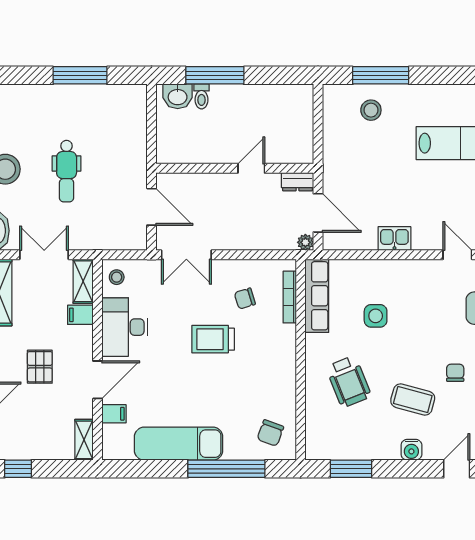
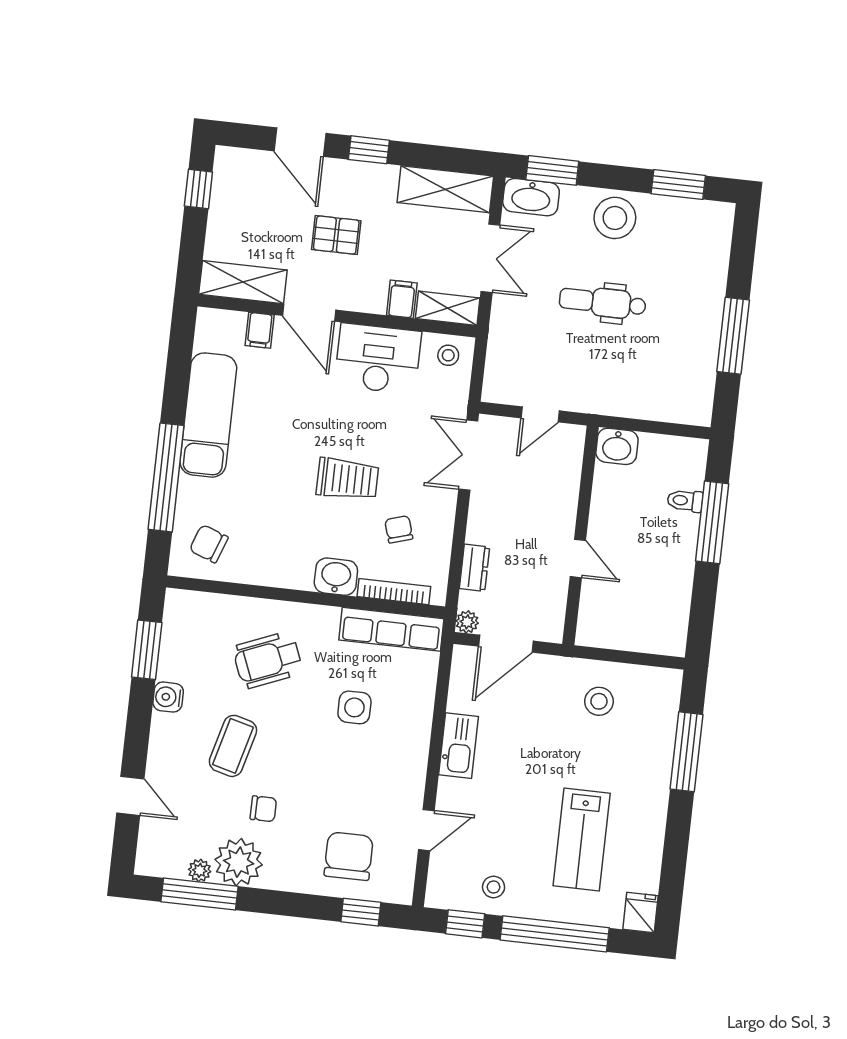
washbasin: (178, 96) -> (617, 446), moved, turned -90
stool: (371, 110) -> (599, 701), moved
dresser: (297, 182) -> (475, 568), moved, turned 180
door: (151, 207) -> (540, 414), width x0.73
kitchen sink: (394, 239) -> (458, 746), width x1.38
trolley: (213, 339) -> (347, 479), turned 90
washbasin: (284, 340) -> (336, 577), added
shelving: (84, 440) -> (243, 282), width x1.50, depth x1.33
water cooler: (411, 450) -> (168, 697), moved

